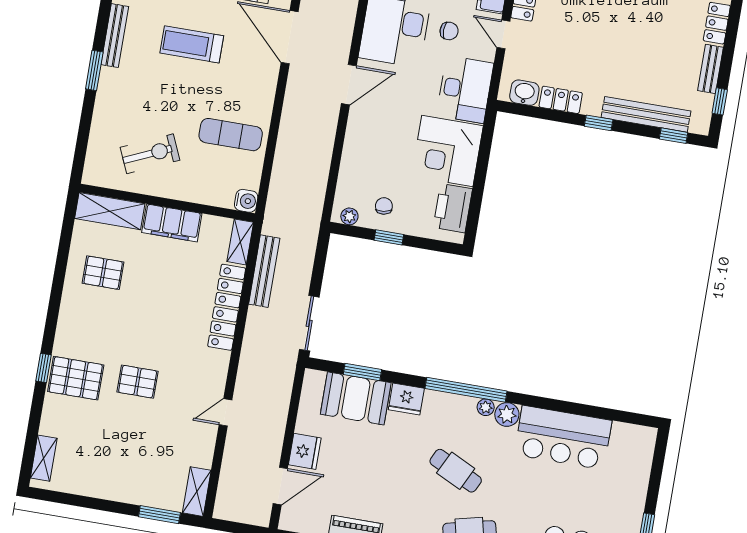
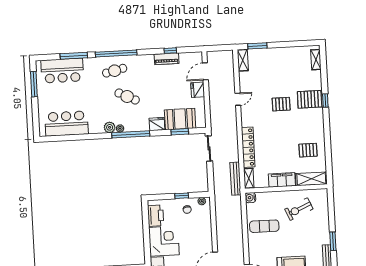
bench: (264, 271) -> (235, 179), moved
bar counter: (563, 438) -> (66, 123), moved

